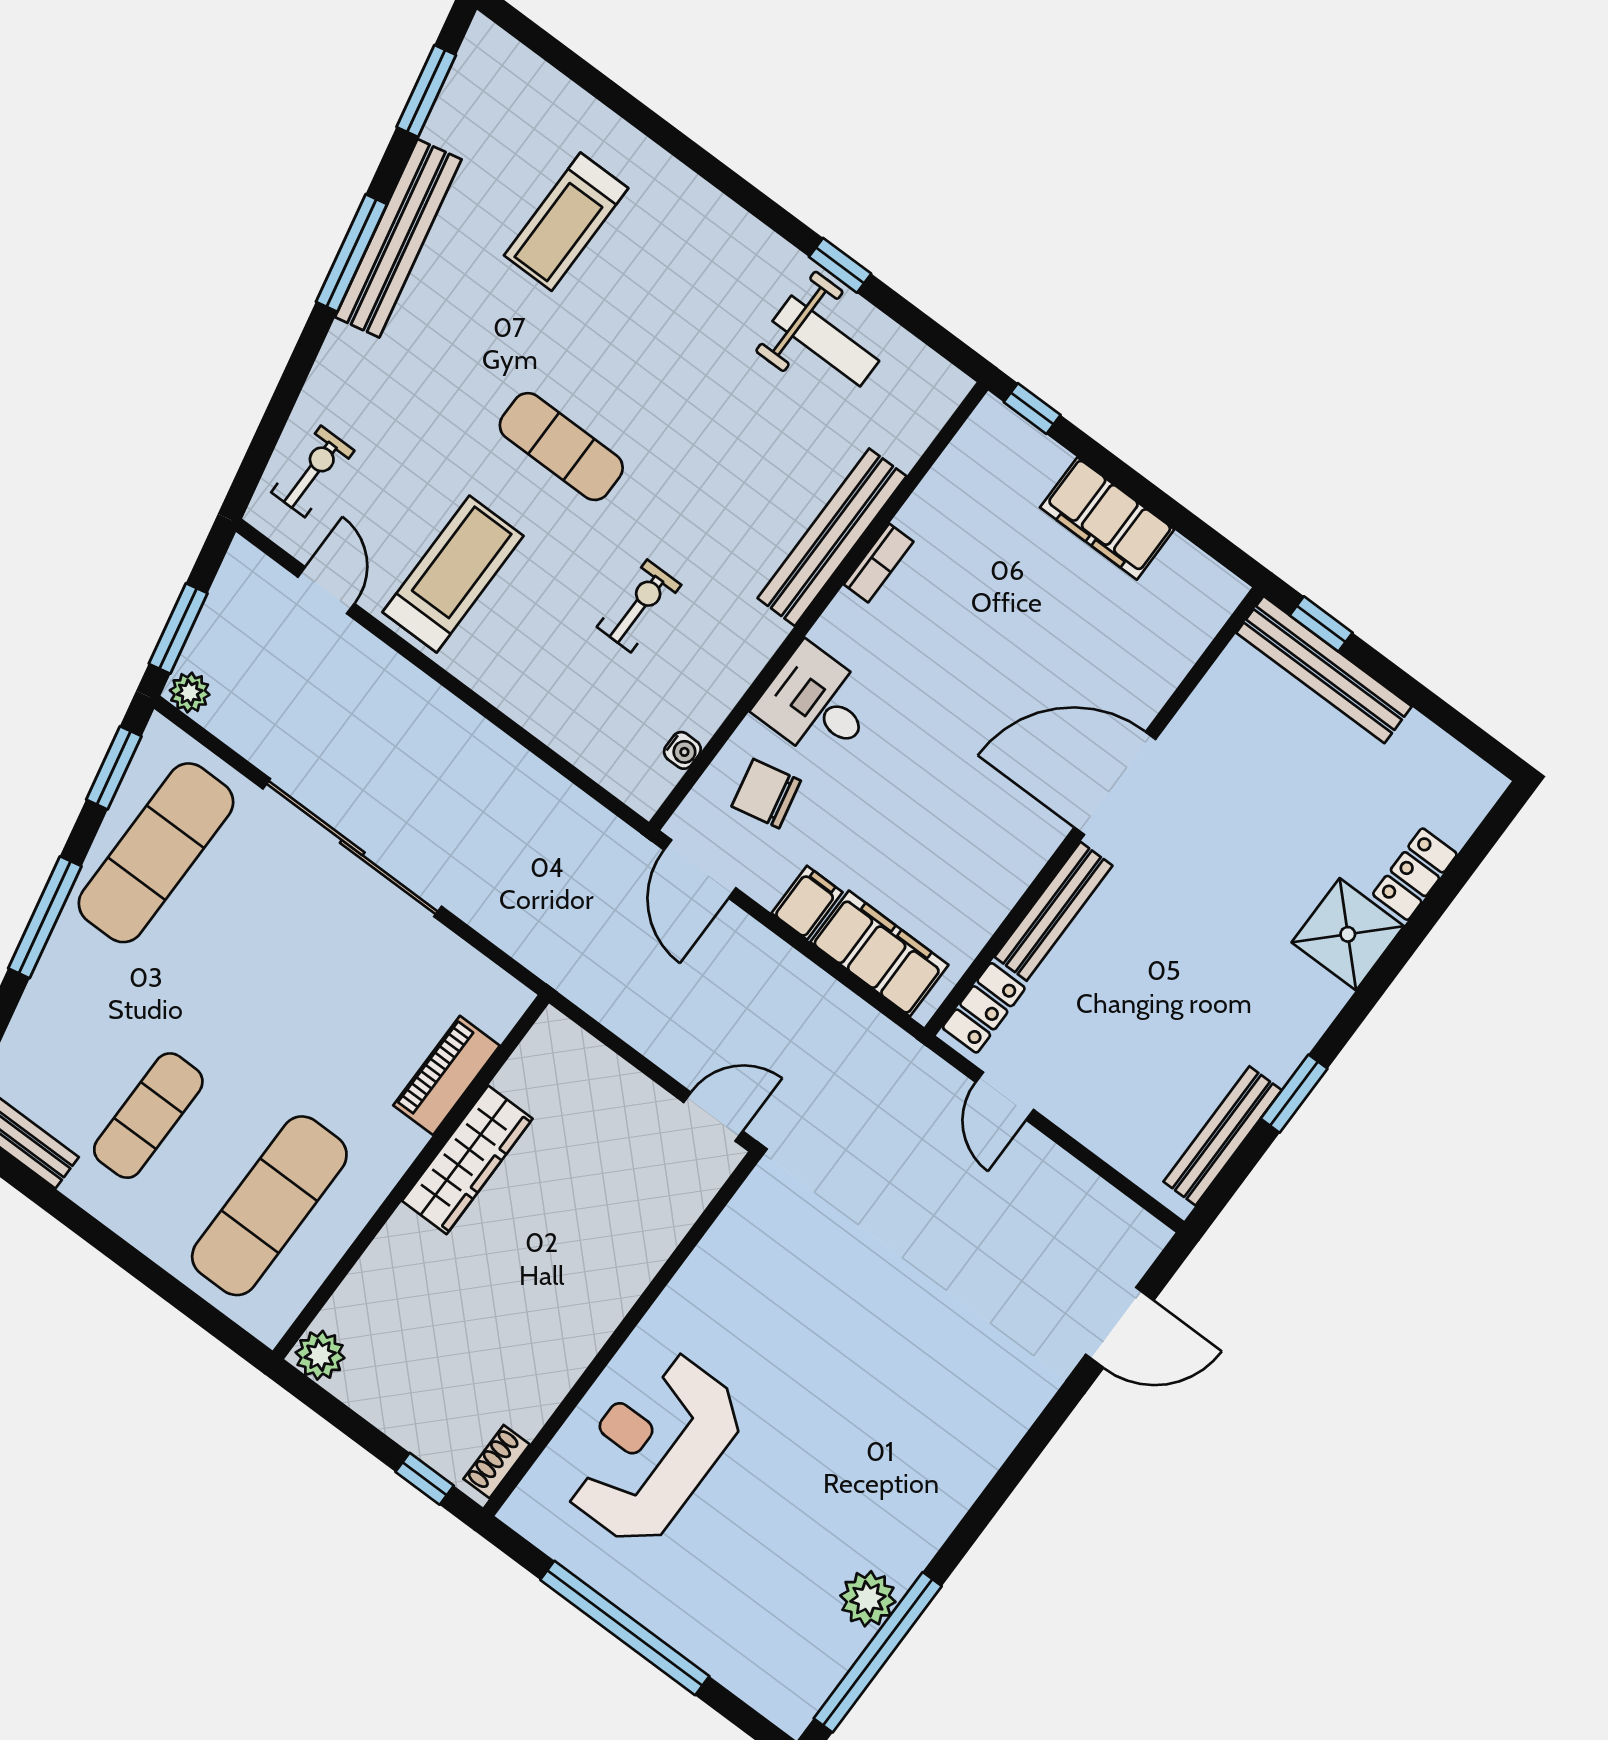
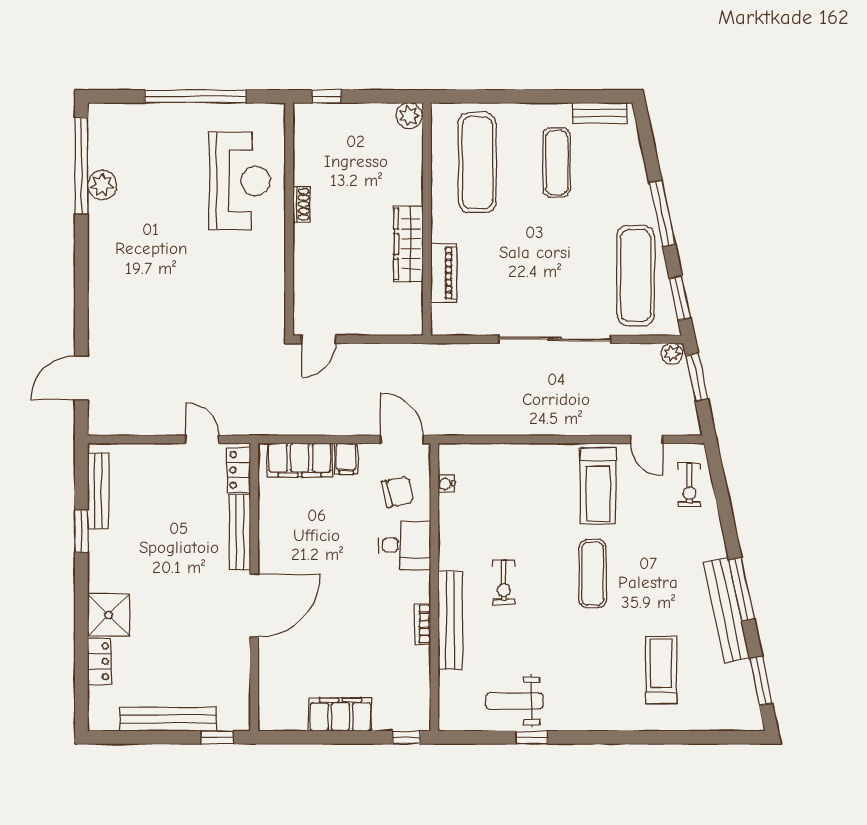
exercise mat: (561, 447) -> (593, 574), turned 90
exercise bike: (639, 606) -> (504, 582), moved
bench: (1324, 670) -> (168, 719), moved
shoe rack: (497, 1462) -> (301, 204), moved

